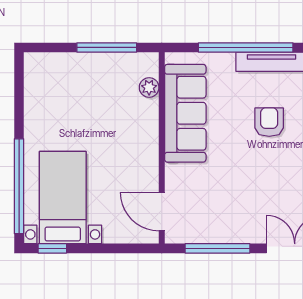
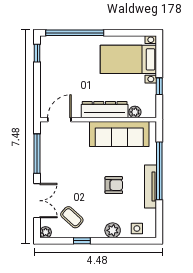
window: (107, 47) -> (159, 86), width x0.46
dresser: (145, 137) -> (105, 110), added
bed with nightstands: (63, 198) -> (128, 59), moved, turned 180

